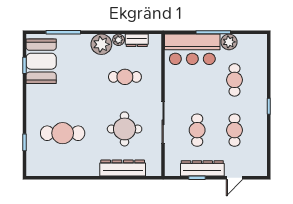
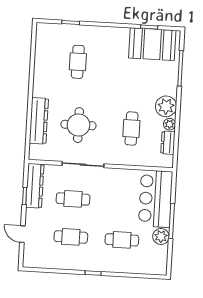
cafe table: (63, 133) -> (78, 62), width x0.73, depth x0.74
dresser: (202, 168) -> (35, 186), moved

